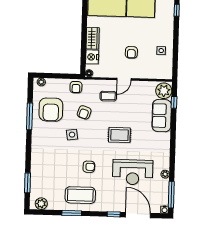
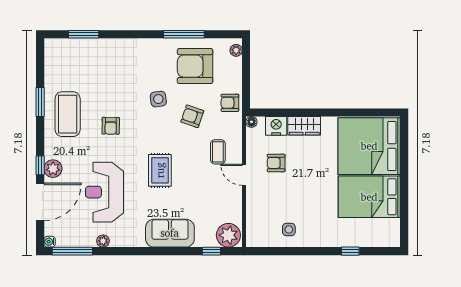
armchair: (131, 52) -> (276, 163), moved
sofa: (162, 116) -> (170, 233), moved
plant: (41, 204) -> (53, 169), moved

